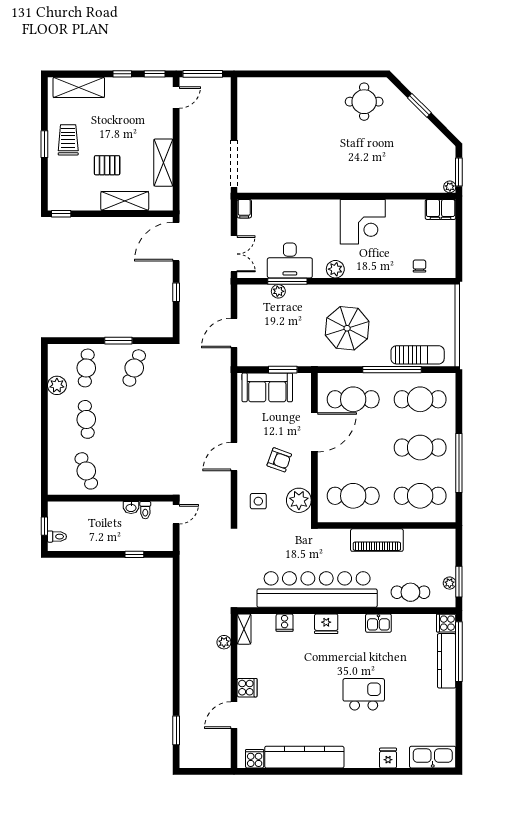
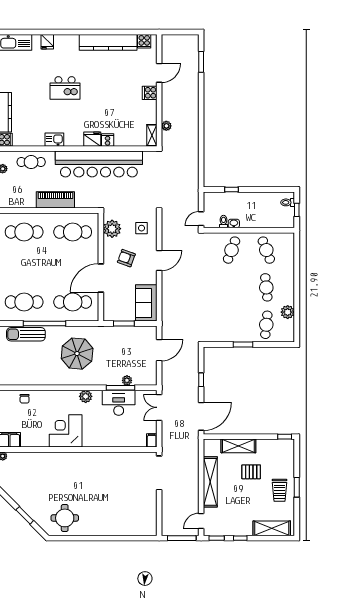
shelving: (163, 163) -> (210, 482), width x1.47
cafe table: (134, 368) -> (232, 250), moved
sofa: (267, 387) -> (146, 303), moved, turned -90
cafe table: (420, 448) -> (24, 267), removed
cooker: (285, 623) -> (108, 140), moved

